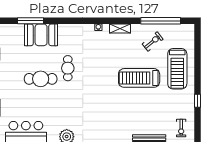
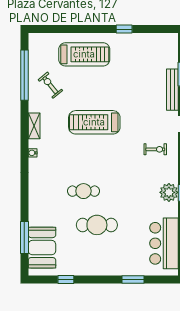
booth: (41, 35) -> (42, 248), moved
treadmill: (139, 78) -> (94, 122), moved, turned 90
cafe table: (41, 79) -> (97, 225), turned 90
exercise bike: (181, 128) -> (155, 149), moved

